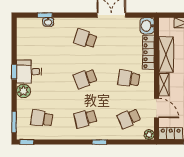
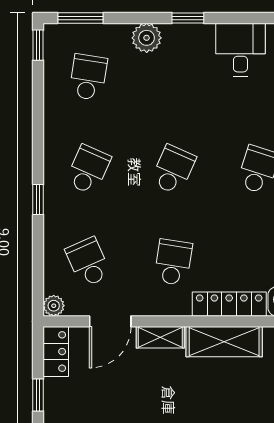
desk: (29, 72) -> (240, 50), moved
school desk: (85, 79) -> (173, 170), turned 45
school desk: (85, 118) -> (88, 170), turned 39

